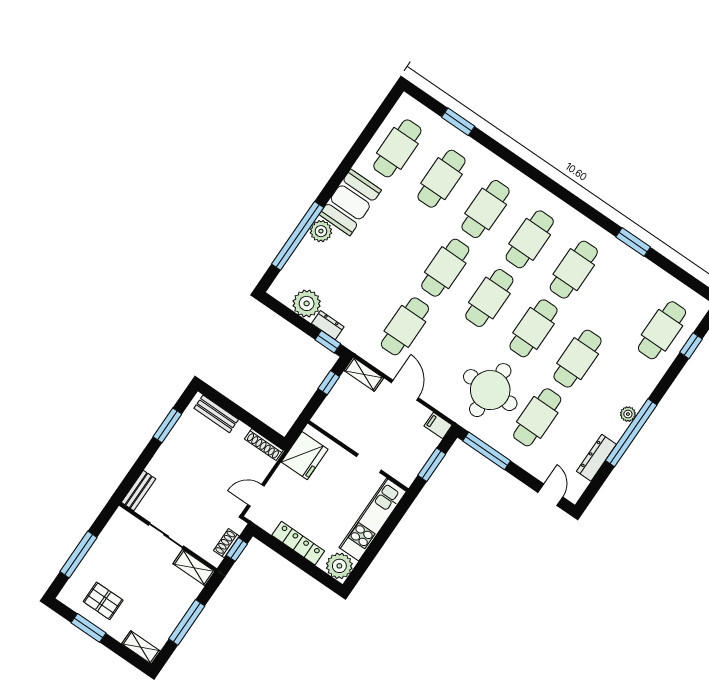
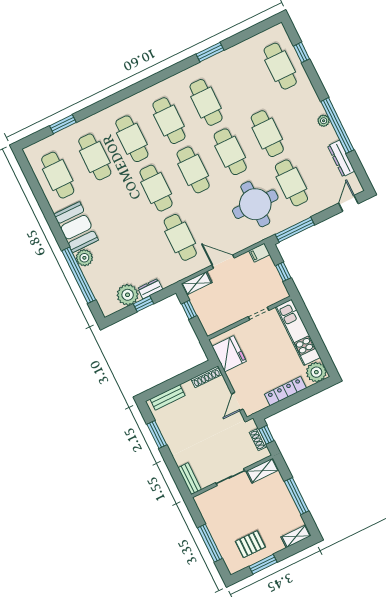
window: (328, 342) -> (143, 304), moved
window: (432, 465) -> (283, 272), width x0.67
door: (550, 495) -> (348, 203), hinge flipped

